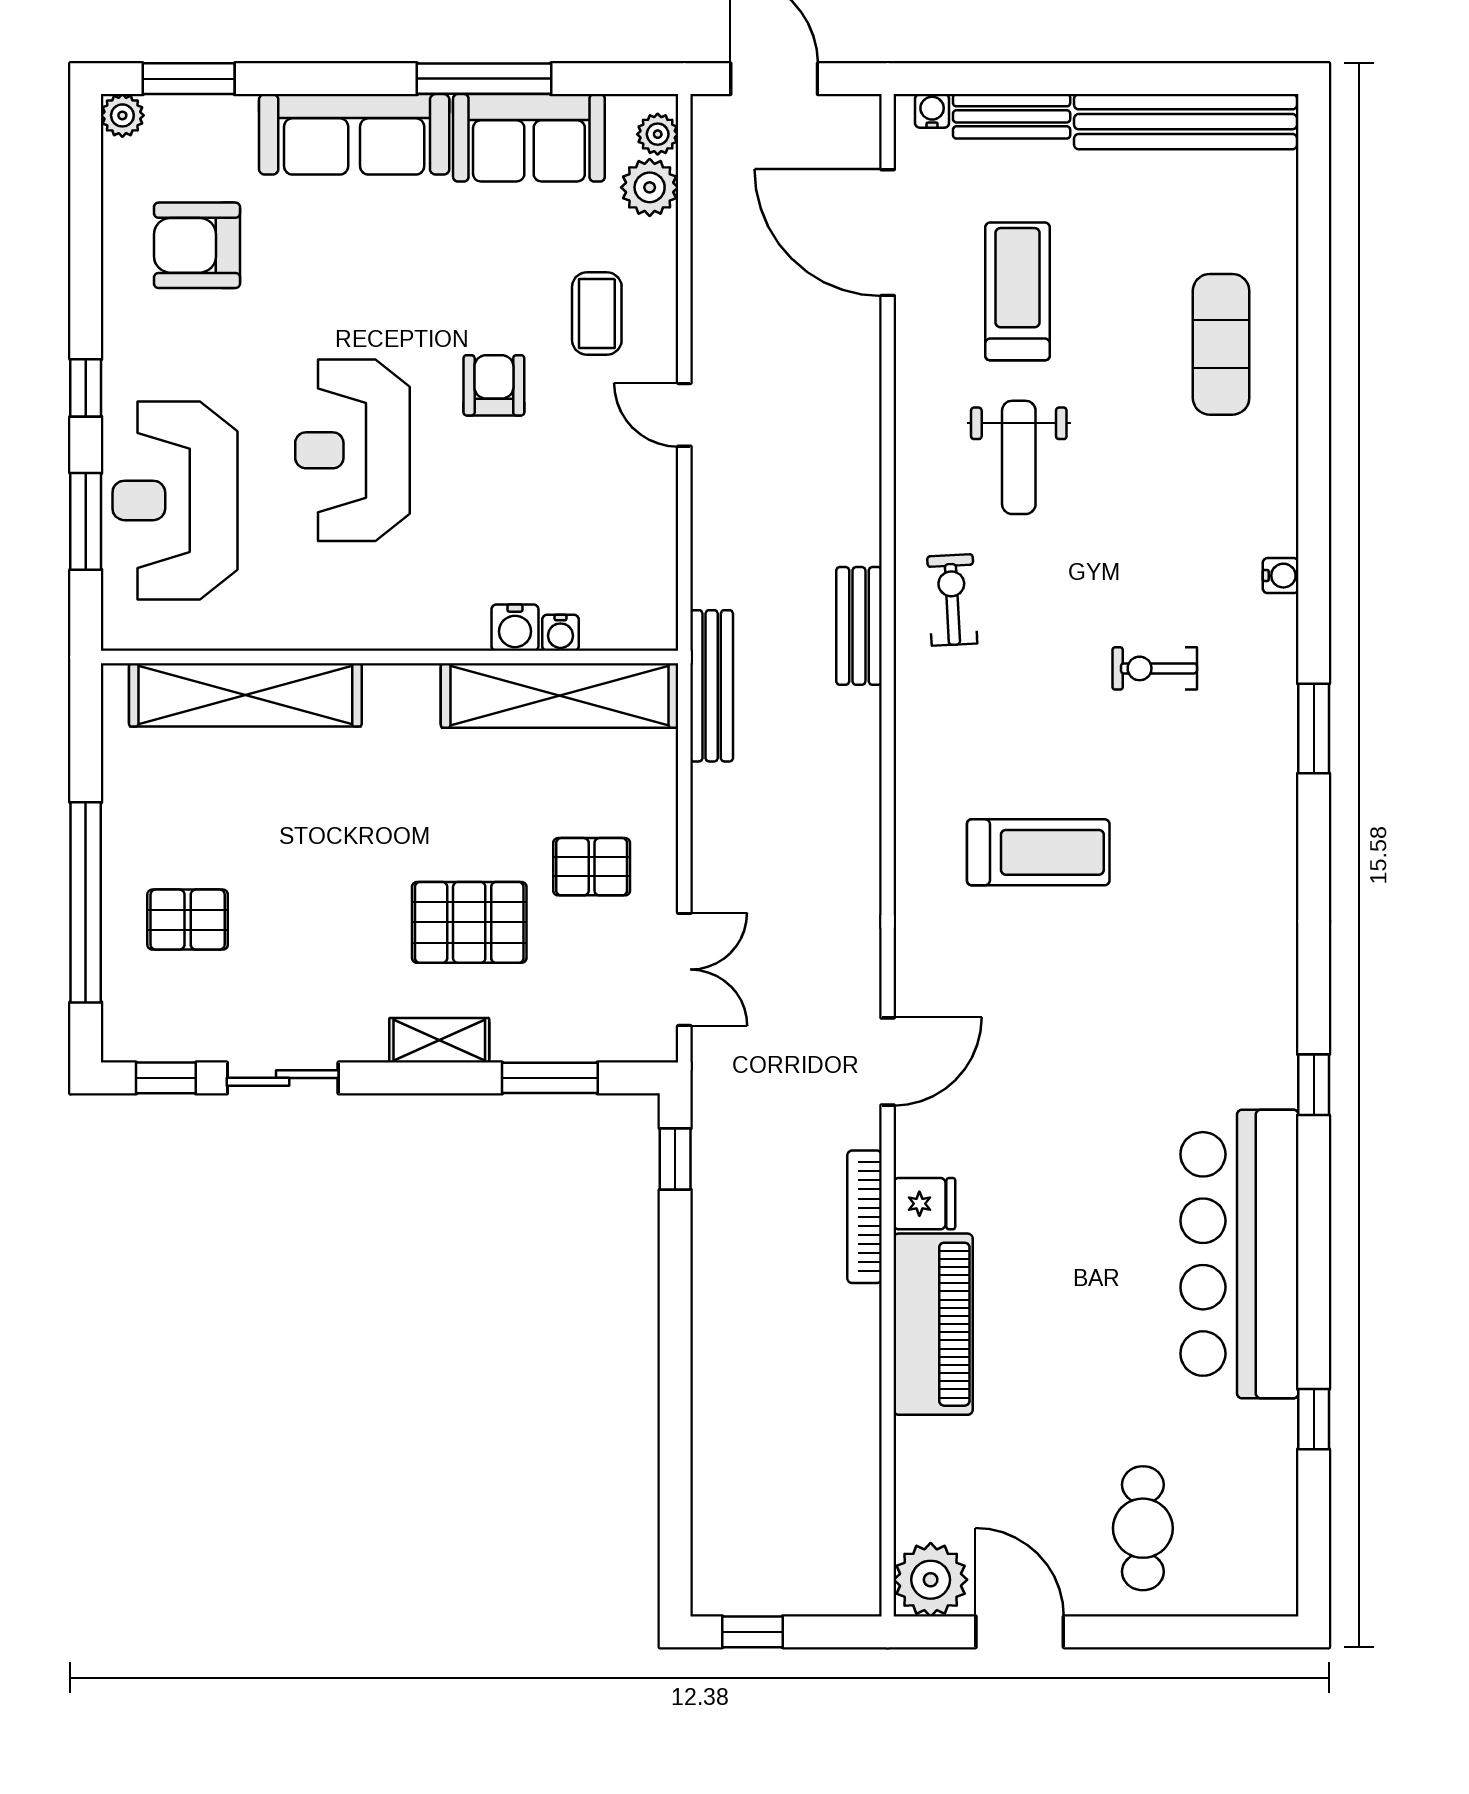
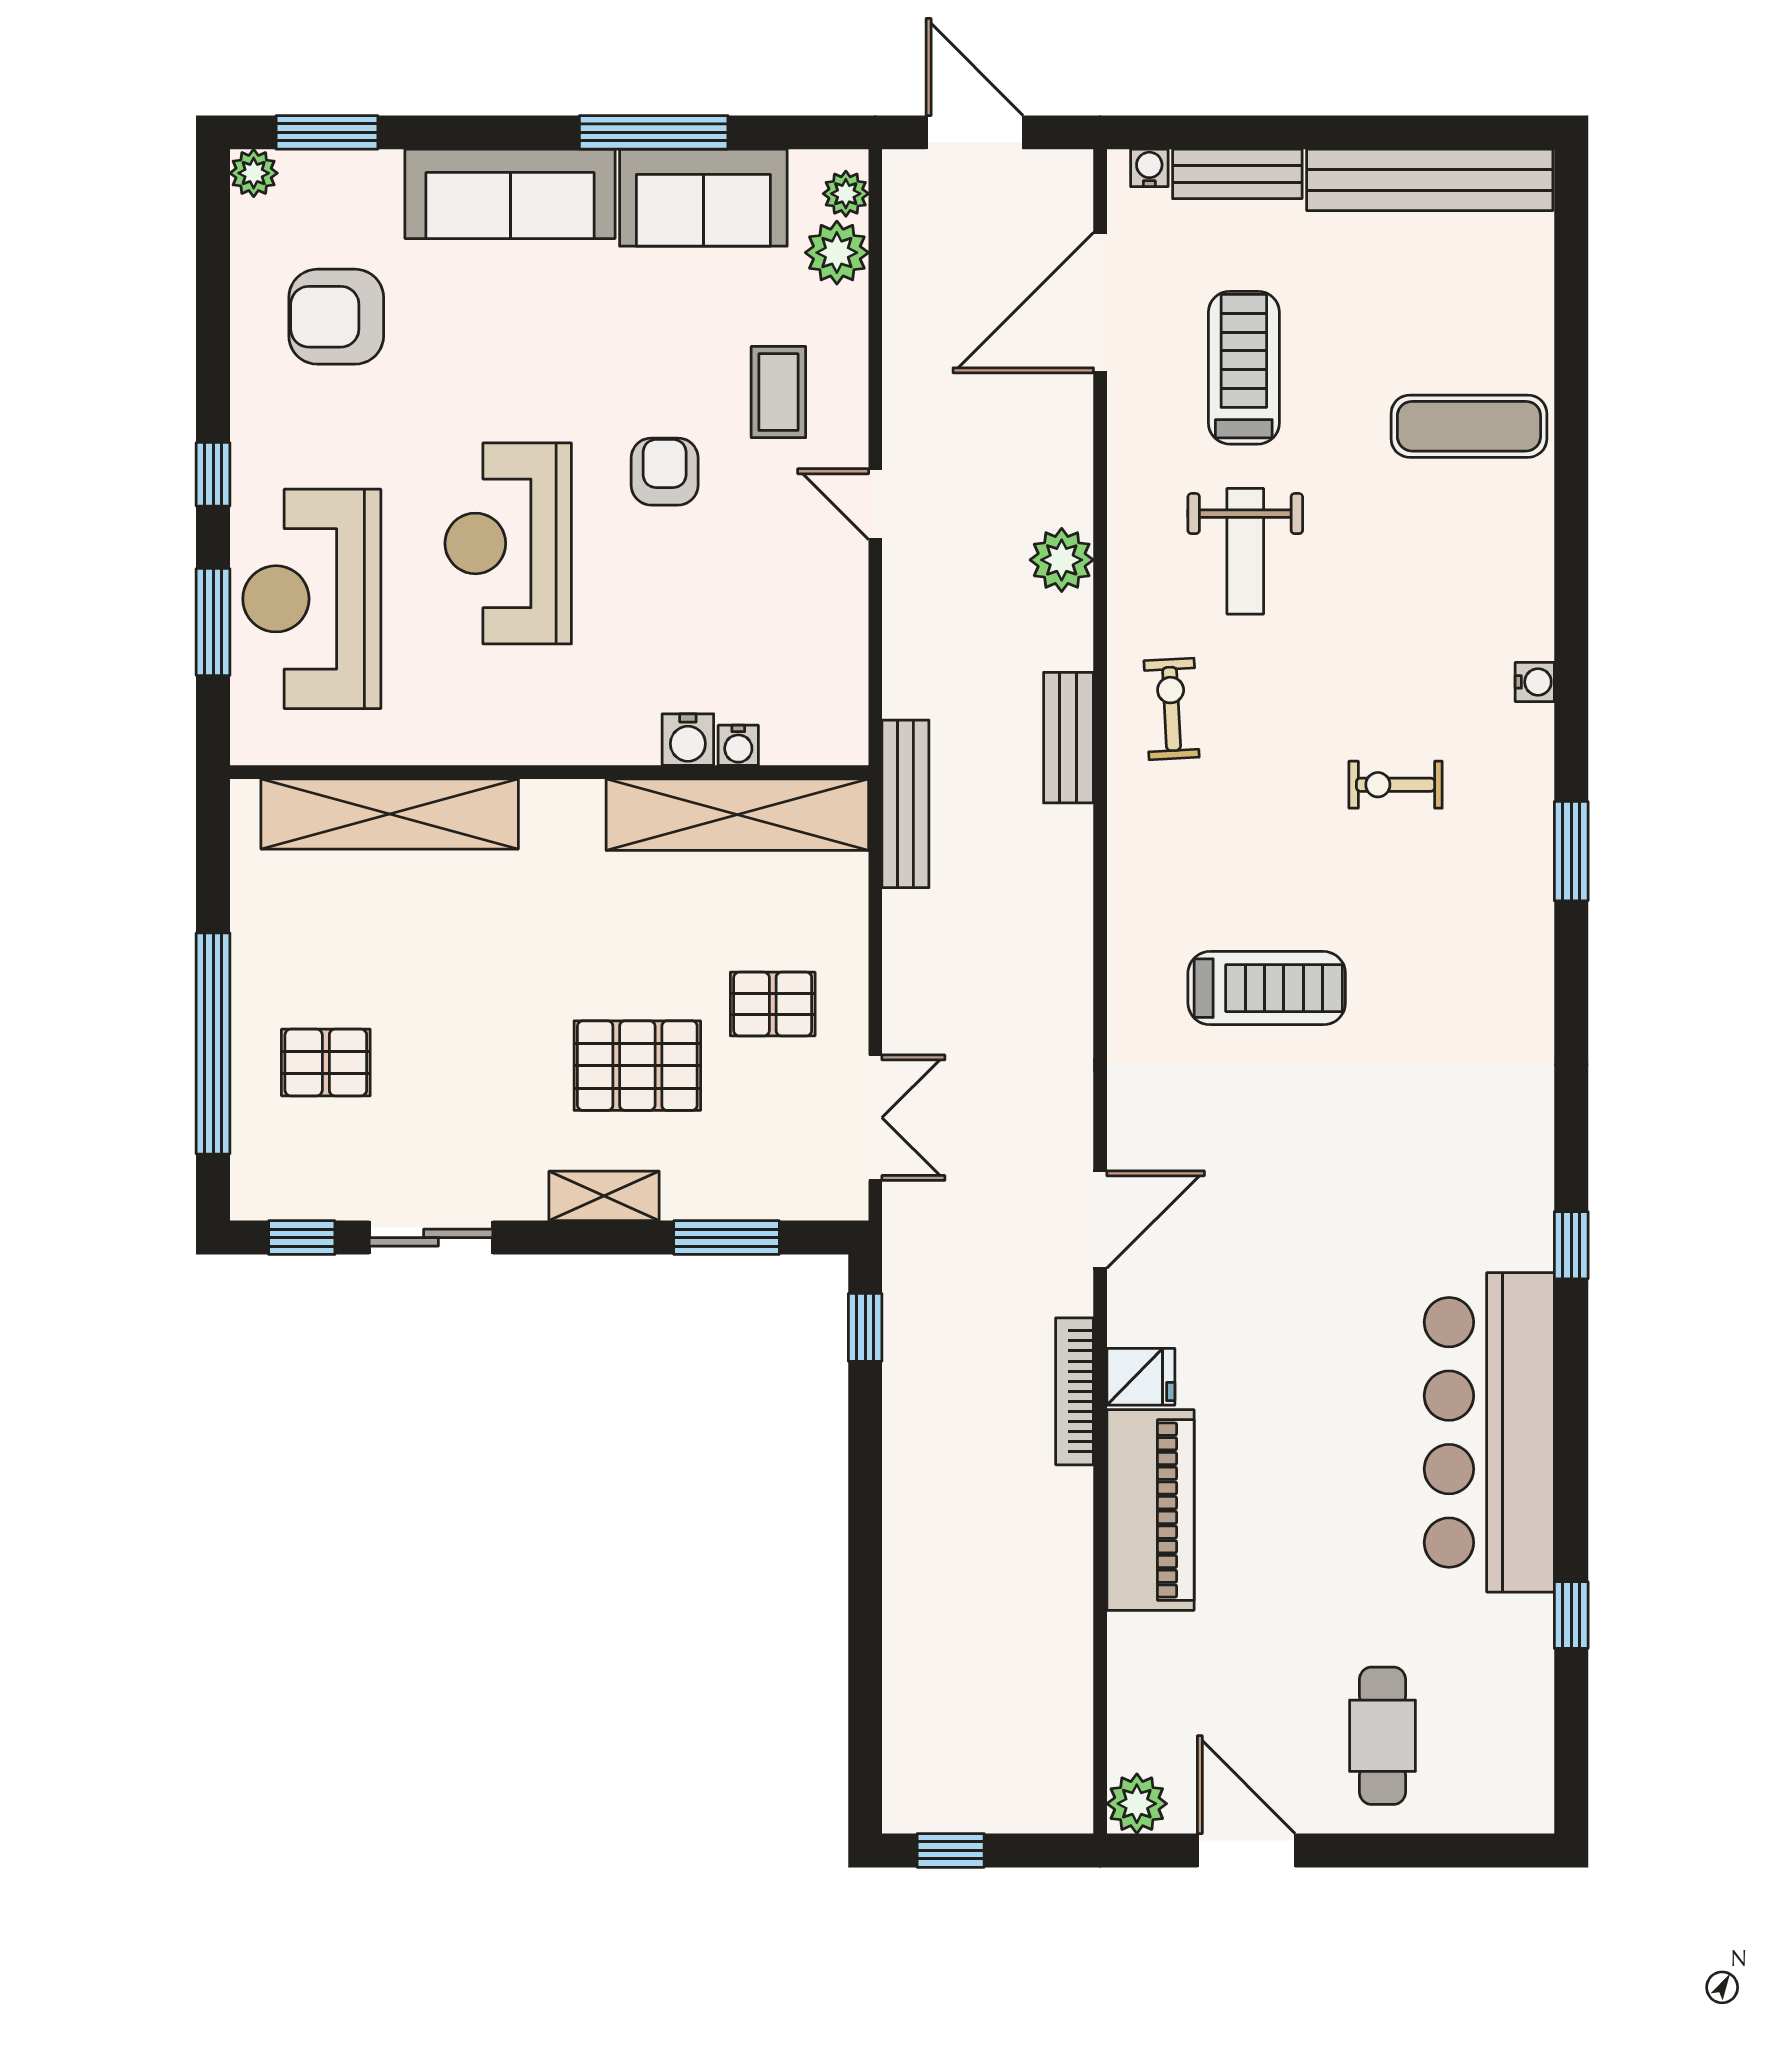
door: (888, 233) -> (1100, 303), hinge flipped
exercise mat: (1221, 344) -> (1469, 426), turned 90
plant: (853, 465) -> (1062, 560), added
plant: (931, 1580) -> (1137, 1804), width x0.73, depth x0.73

